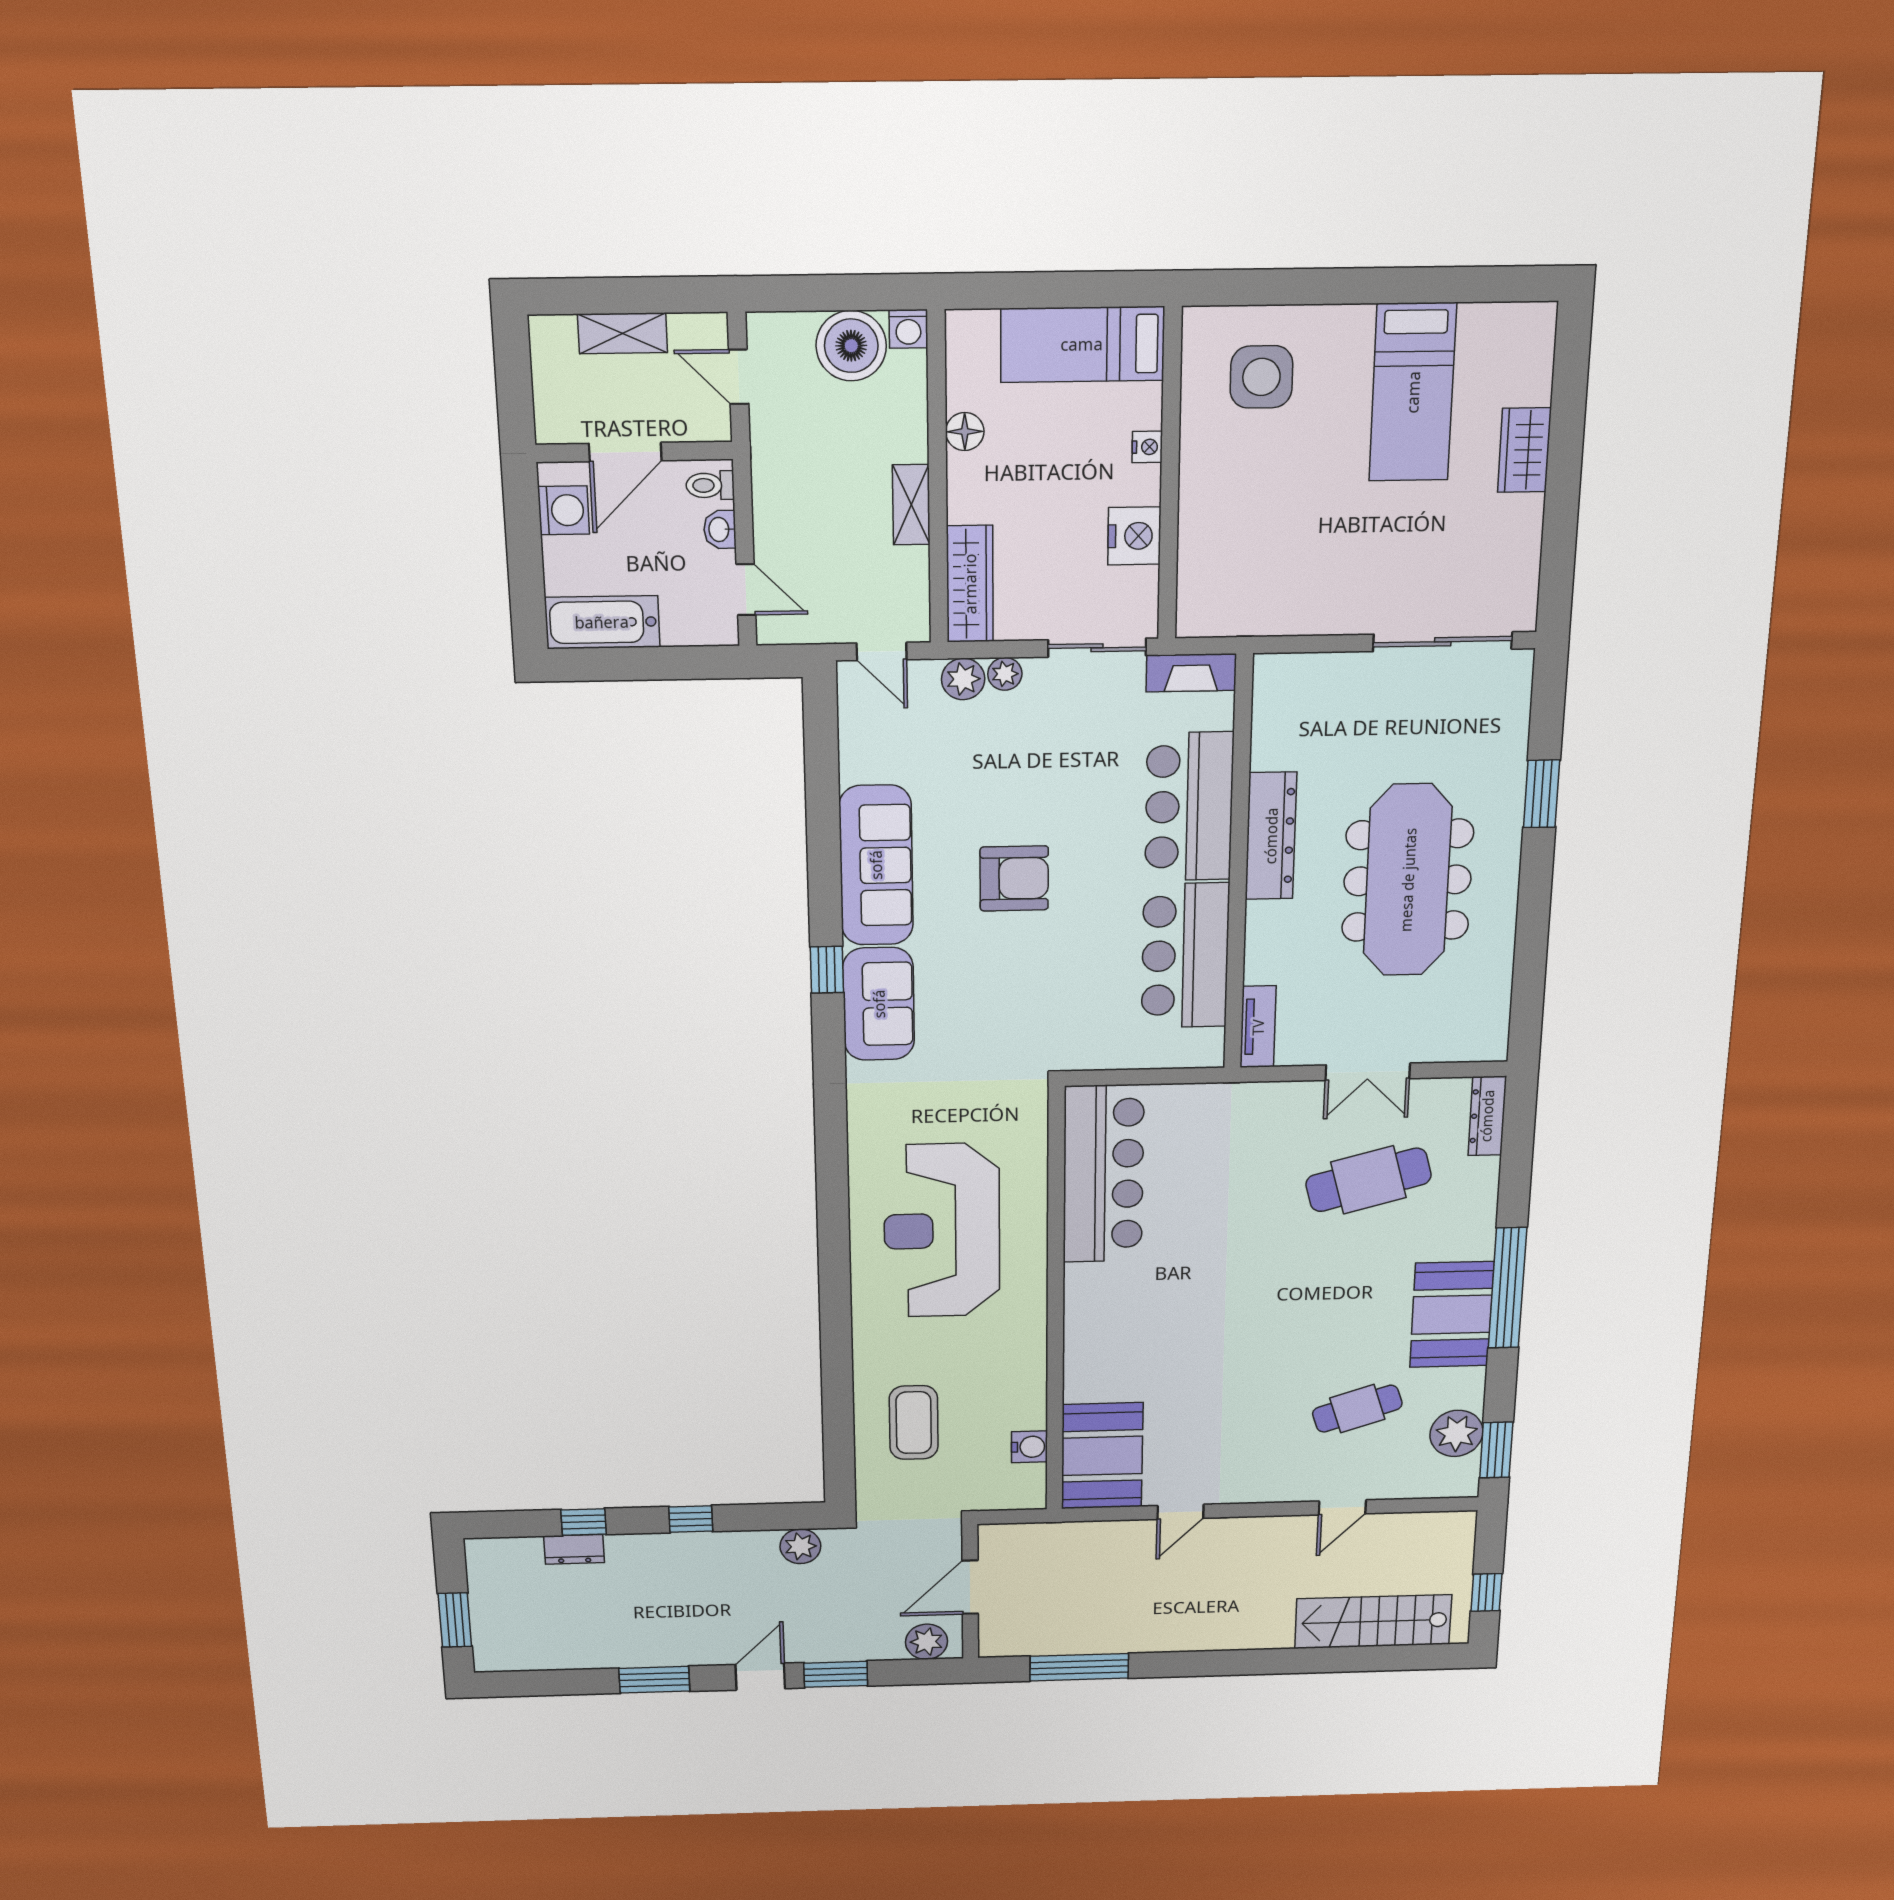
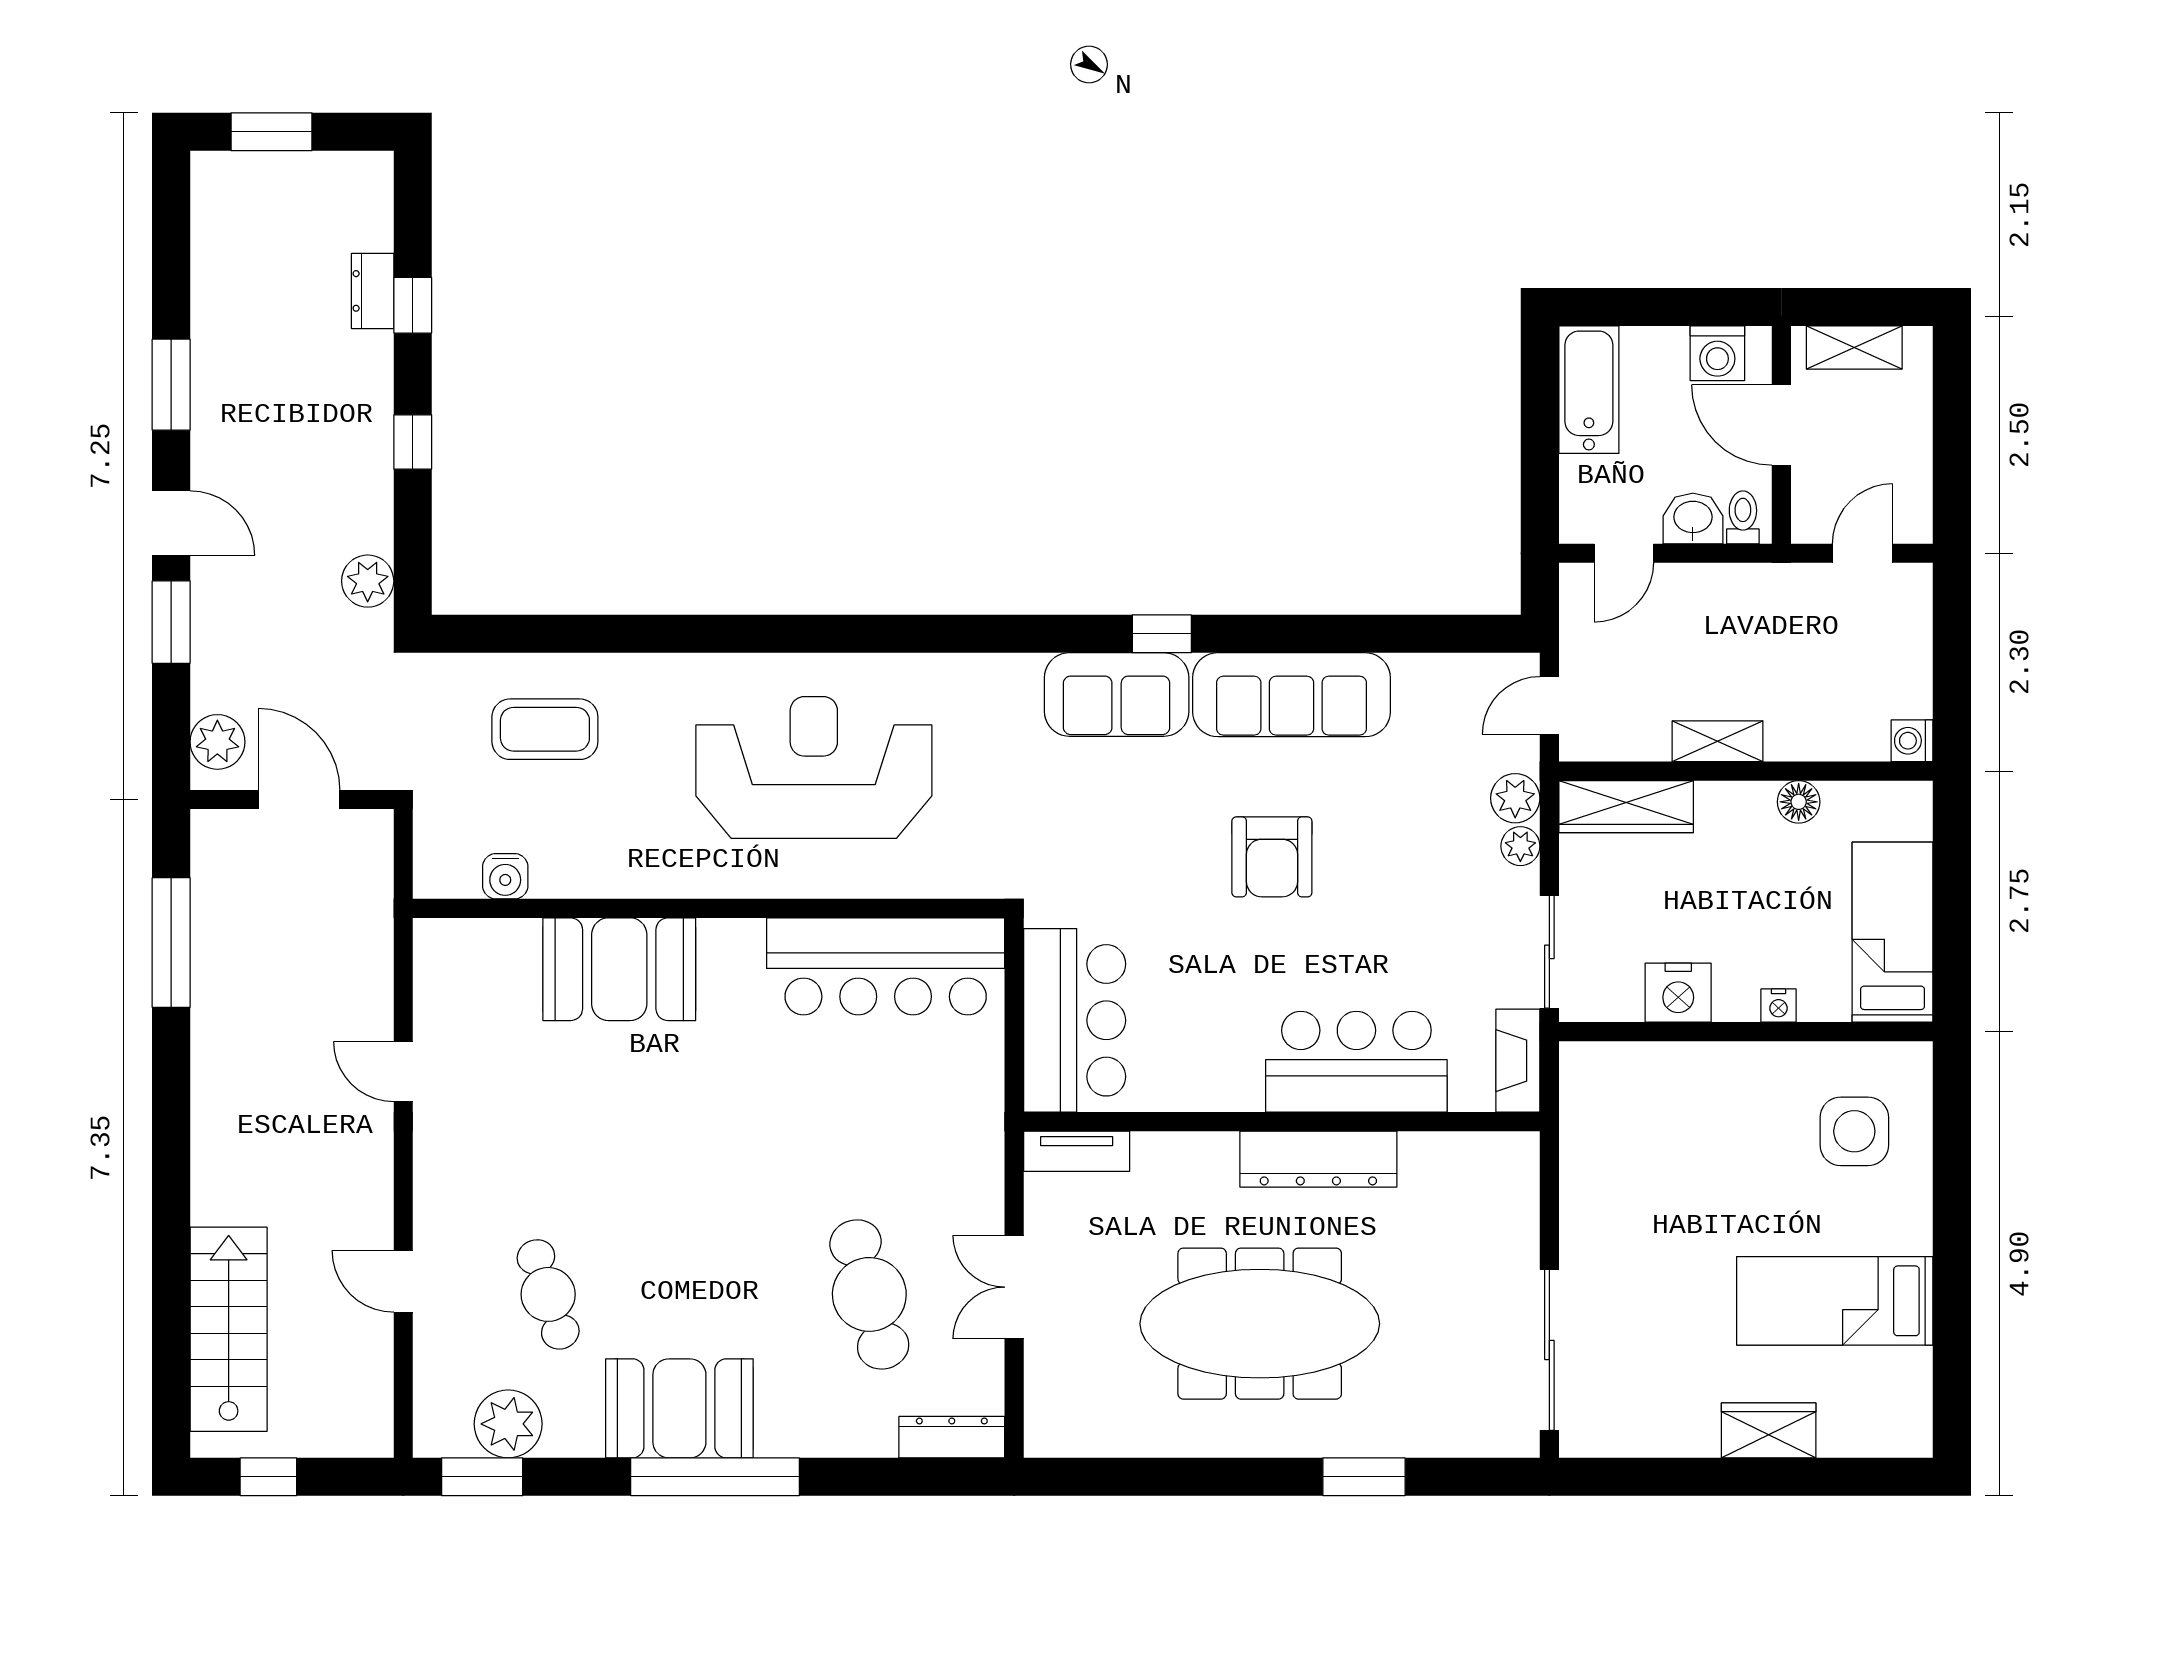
shelving: (623, 333) -> (1854, 347), moved, turned 90
boiler: (851, 346) -> (1895, 678), removed
washbasin: (720, 529) -> (1693, 518), width x1.38, depth x1.45
bar counter: (1185, 956) -> (1075, 1020), moved, turned 90
booth: (1102, 1456) -> (619, 969), moved

